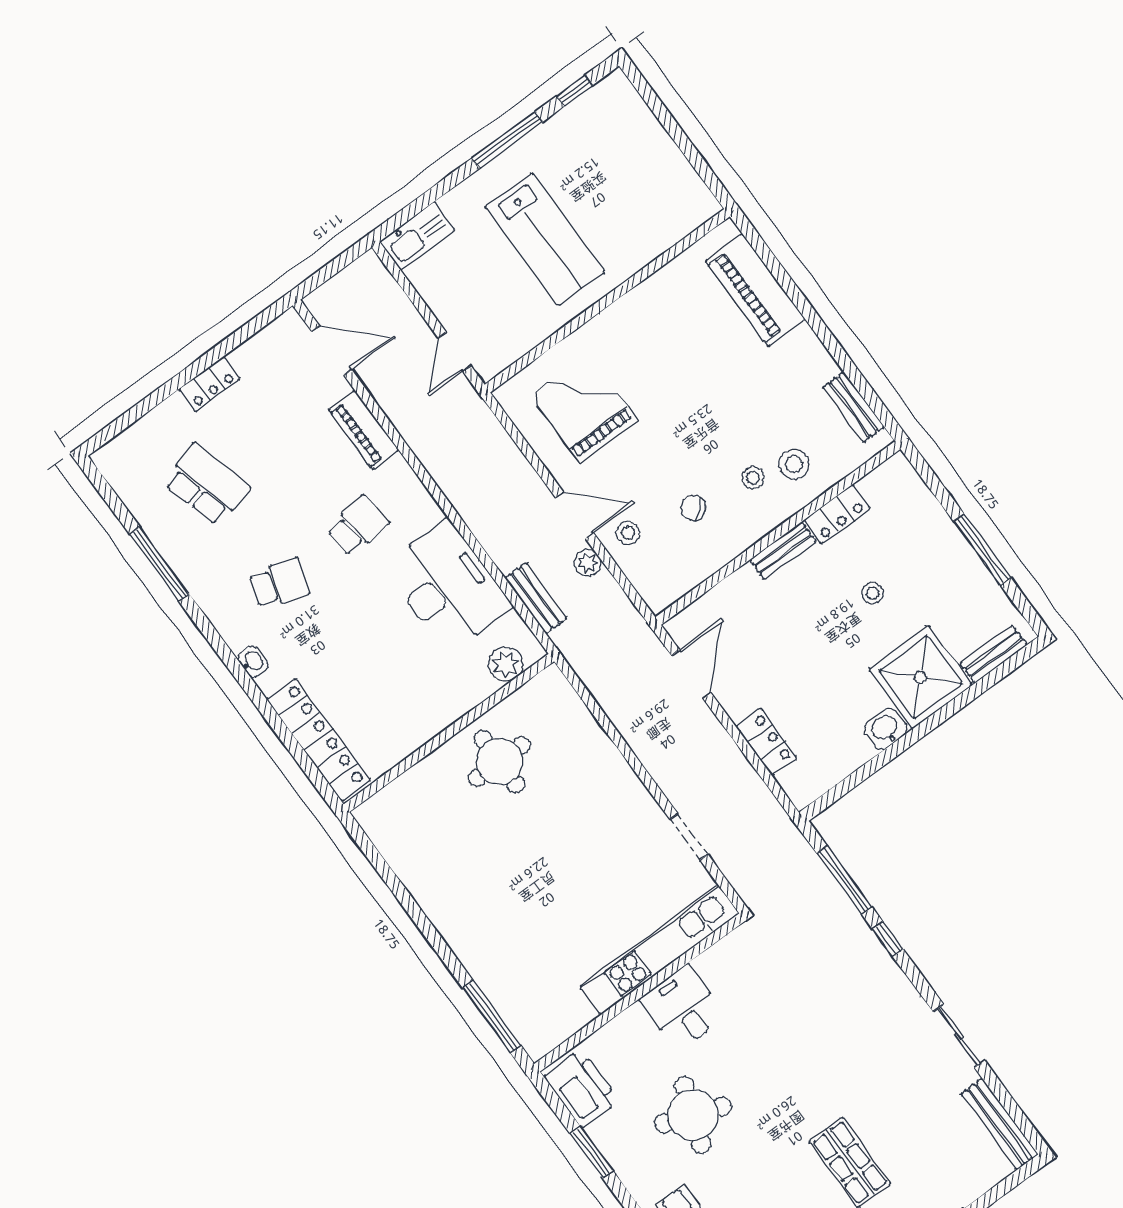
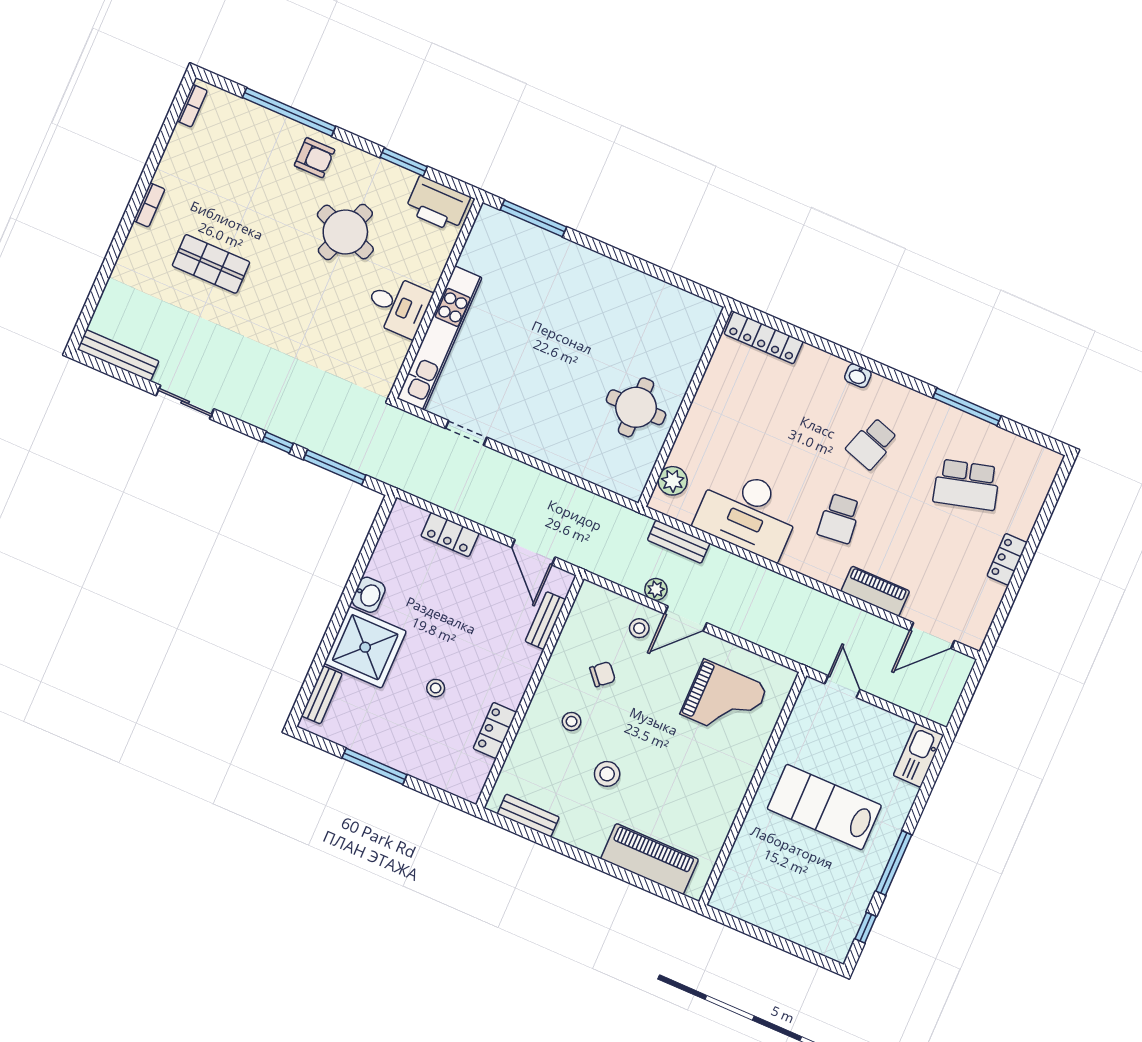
stool: (794, 464) -> (607, 774), moved
bench: (783, 551) -> (545, 621), moved
locker: (318, 740) -> (764, 338), width x0.71, depth x0.83

